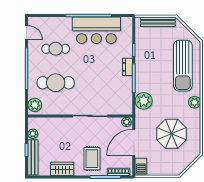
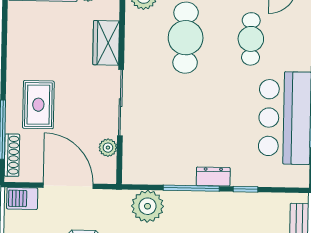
plant: (126, 122) -> (108, 148), moved
rug: (92, 159) -> (38, 105), turned 90
wardrobe: (62, 169) -> (106, 43), moved, turned 180

